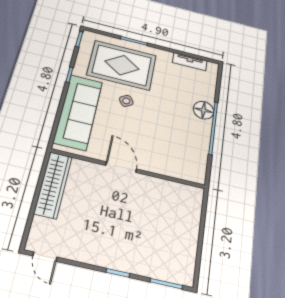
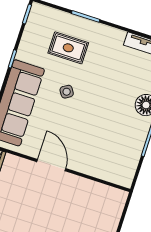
rug: (122, 65) -> (68, 48), width x0.54, depth x0.49

